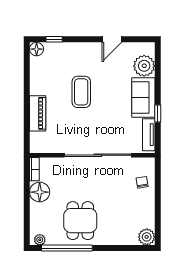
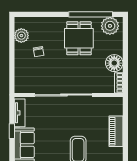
chair: (142, 182) -> (39, 52), moved
plant: (147, 237) -> (21, 36), moved
plant: (40, 240) -> (110, 26), width x1.88, depth x1.88

